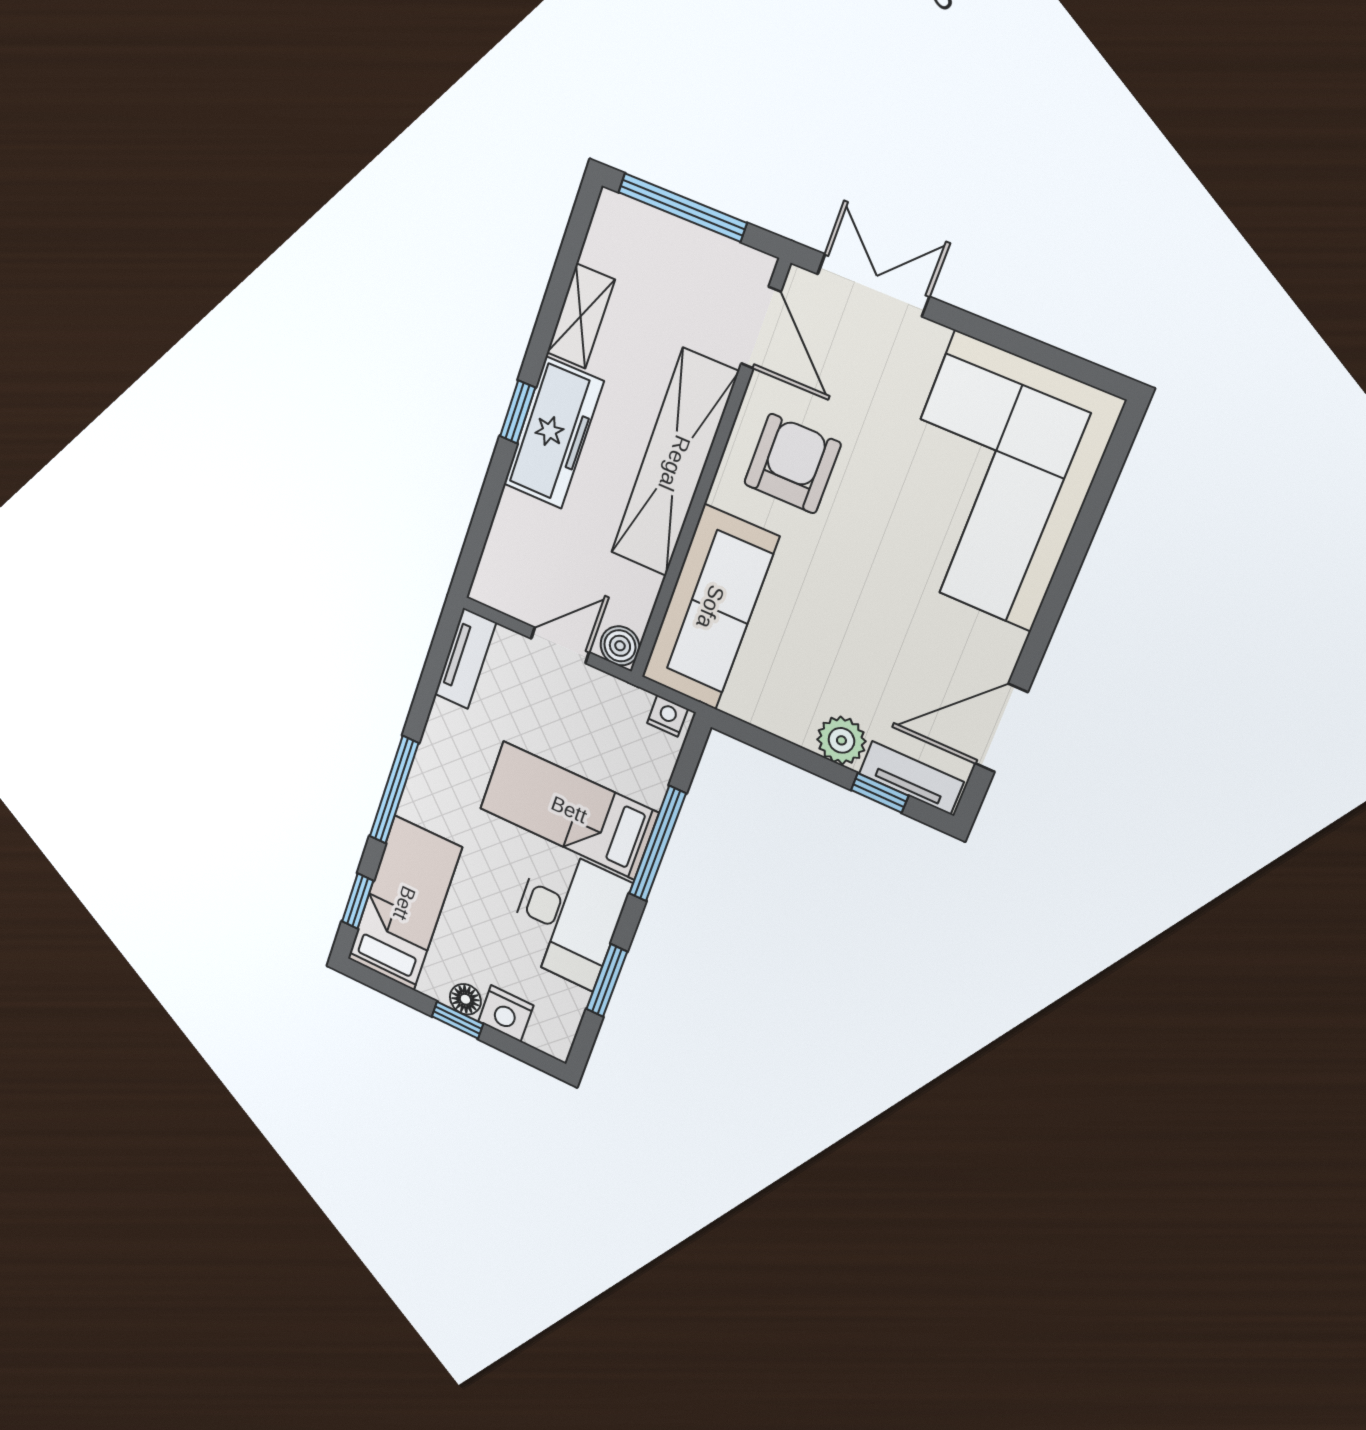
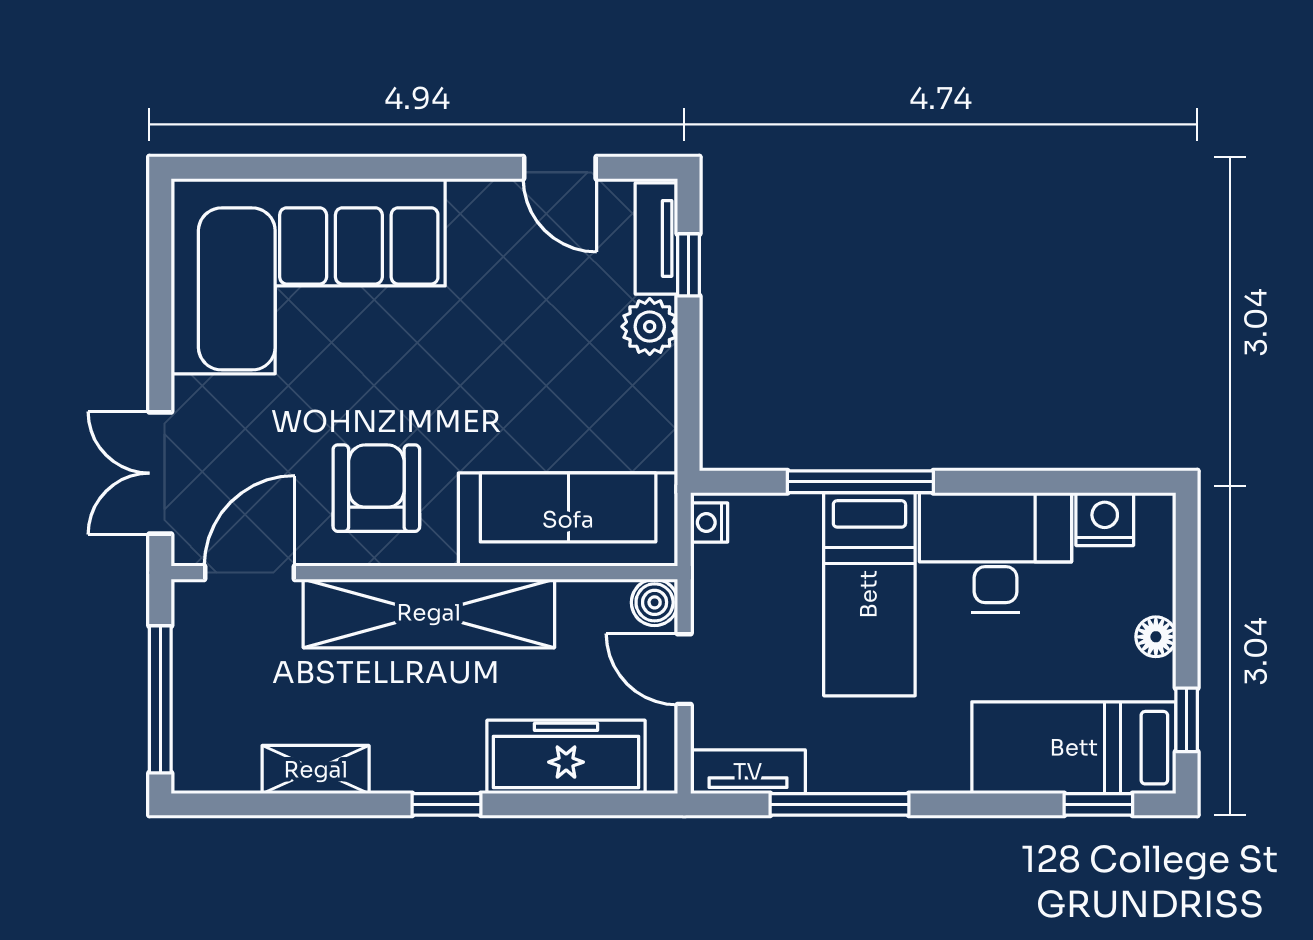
freezer: (553, 433) -> (566, 757), moved
armchair: (792, 464) -> (376, 488), turned 90
door: (1001, 728) -> (560, 168), width x0.73
window: (394, 790) -> (839, 804), moved
window: (607, 980) -> (1050, 482), removed
nightstand: (506, 1013) -> (1105, 519), moved, turned -90
window: (458, 1020) -> (1187, 720), moved

